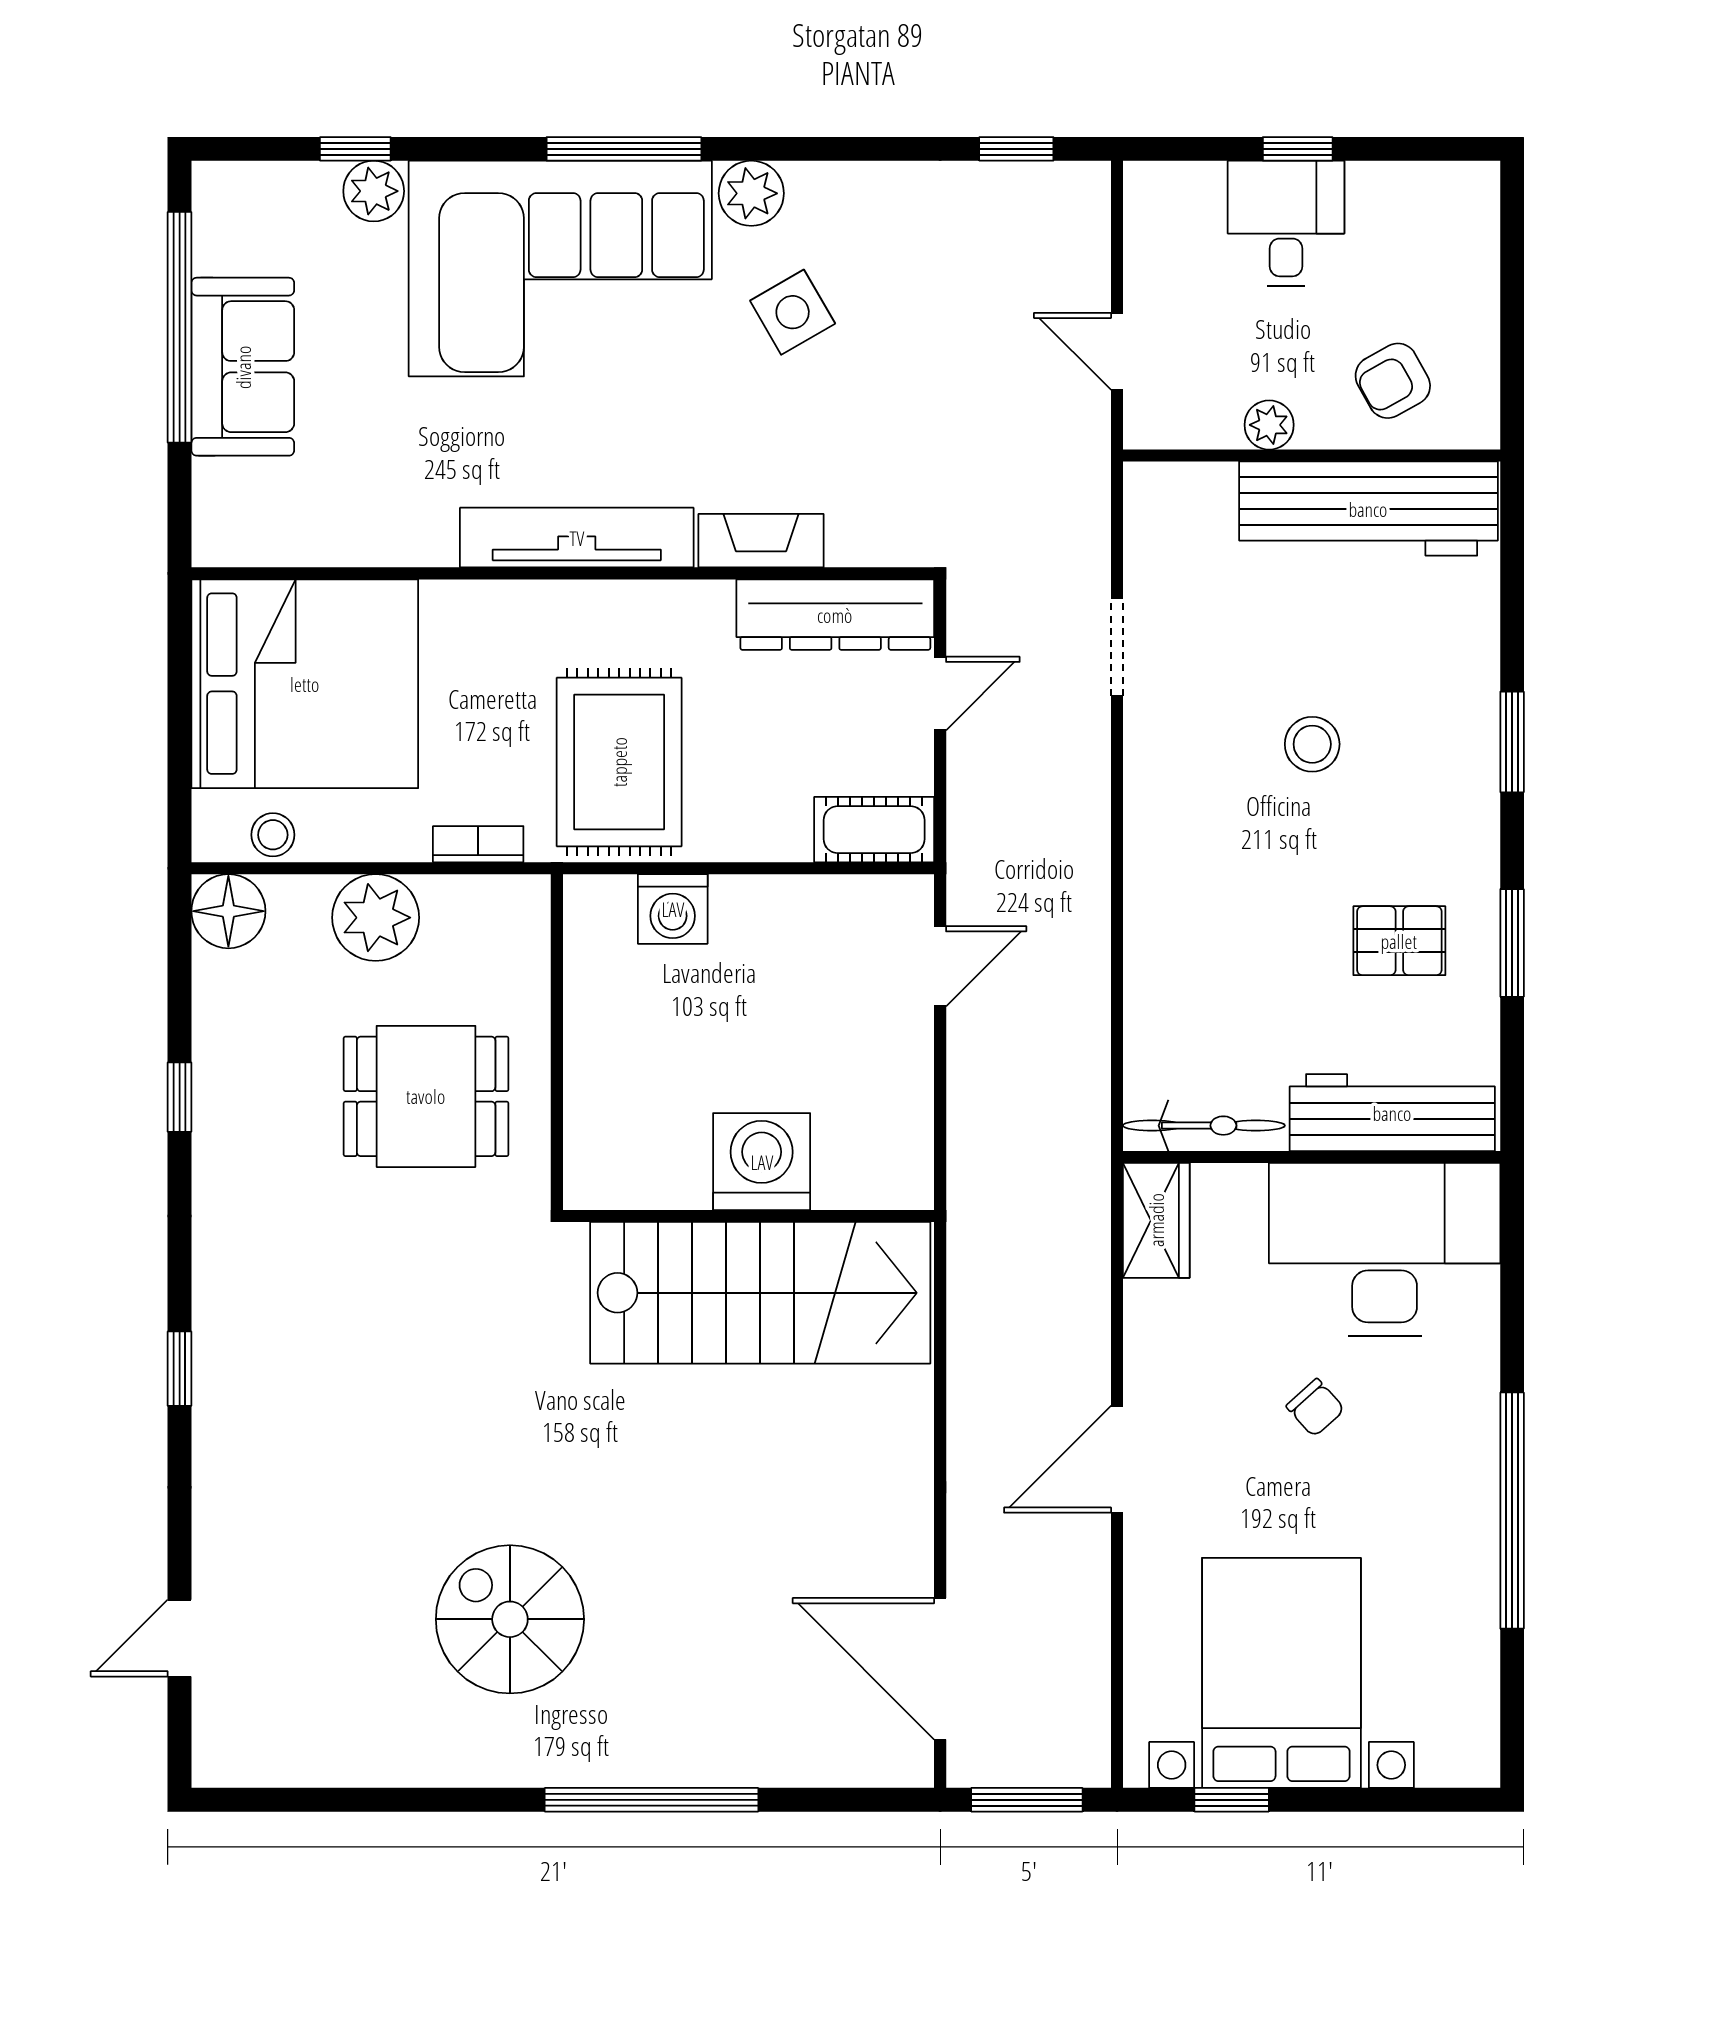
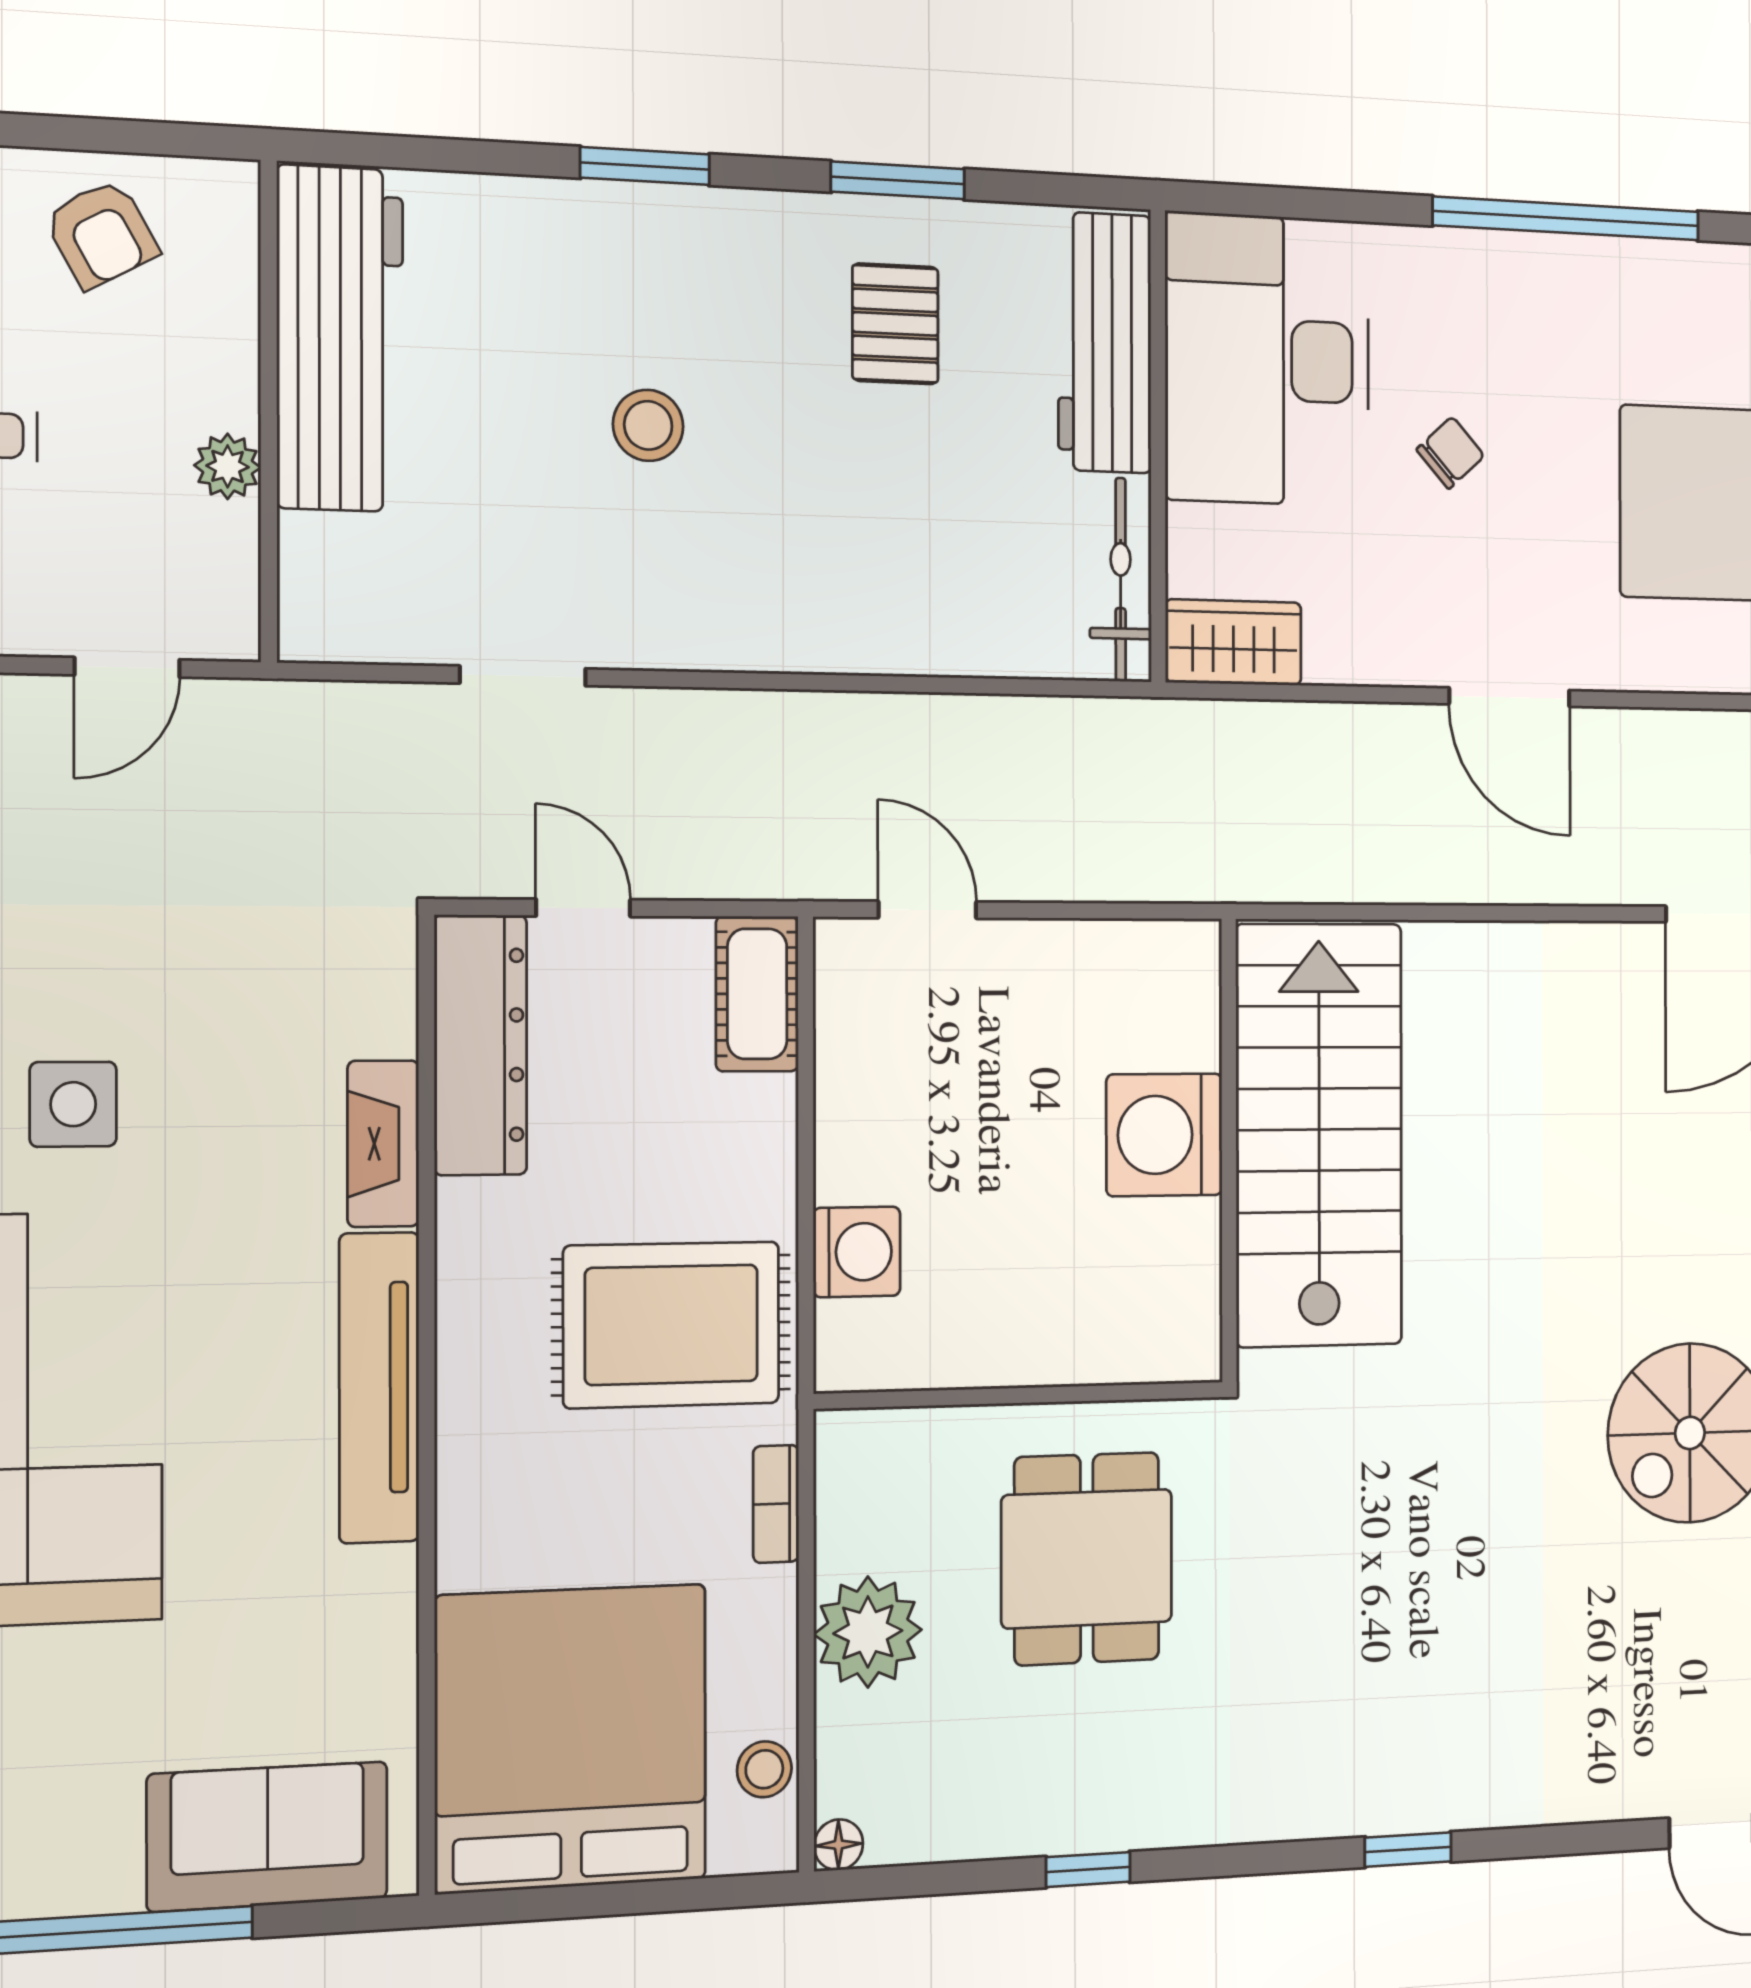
side table: (793, 312) -> (73, 1104), turned 30
sofa: (243, 367) -> (268, 1836), moved
armchair: (1393, 381) -> (101, 234), moved
floor lamp: (228, 911) -> (838, 1845), width x0.53, depth x0.53

